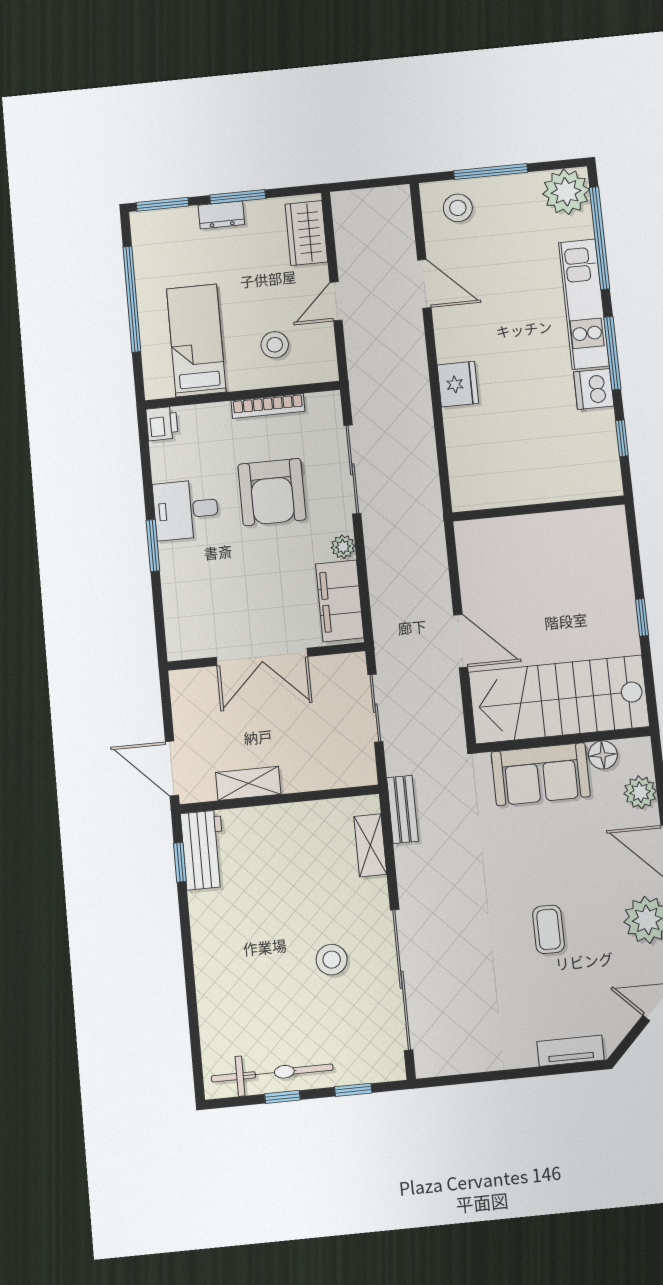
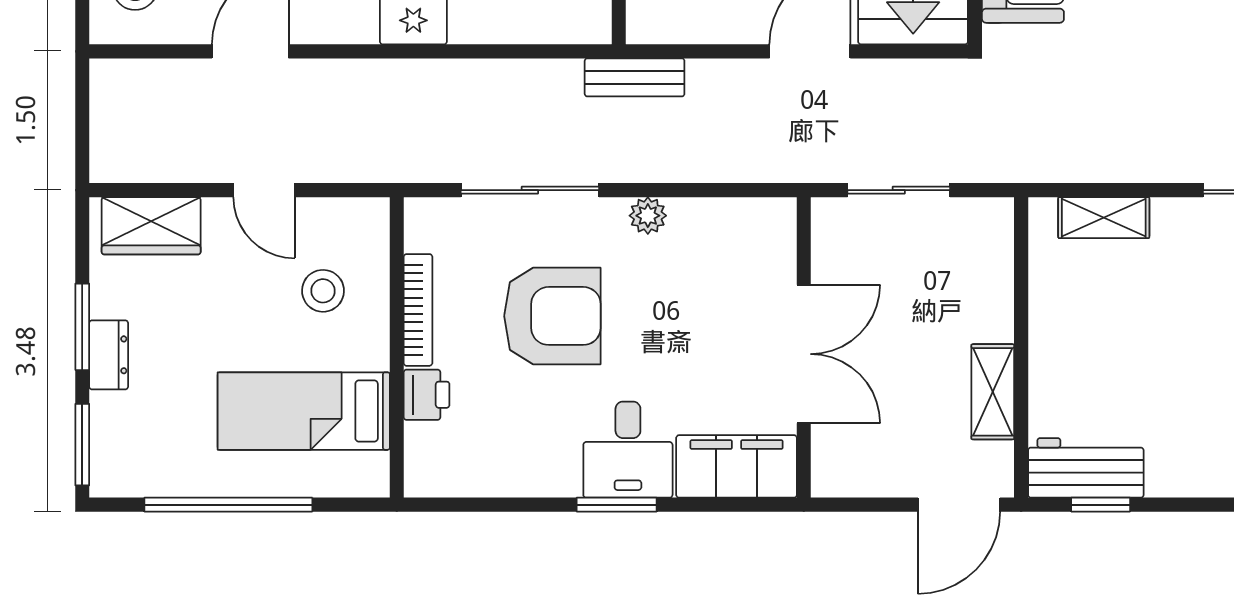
printer: (162, 424) -> (427, 395), moved, turned 90
desk: (186, 510) -> (628, 450), moved
filing cabinet: (340, 601) -> (737, 466), moved, turned 180
bench: (402, 809) -> (635, 77), moved

